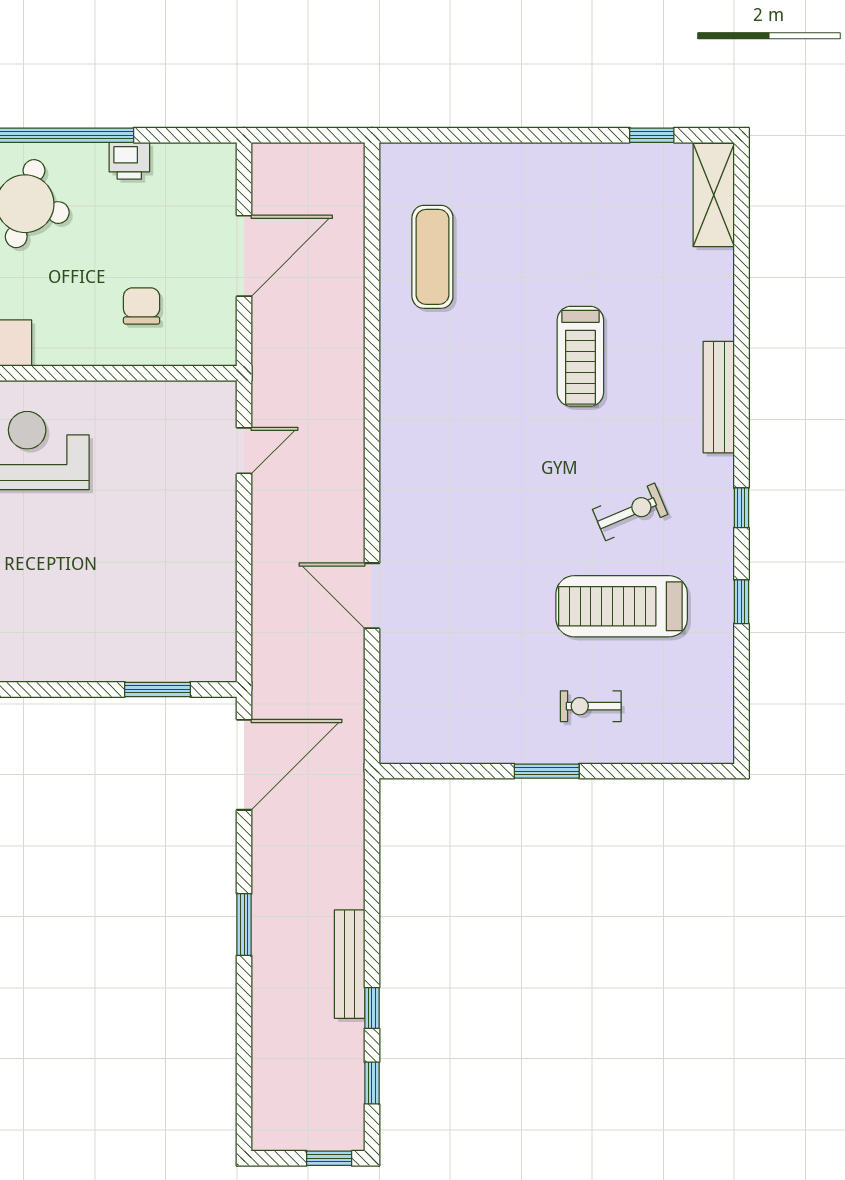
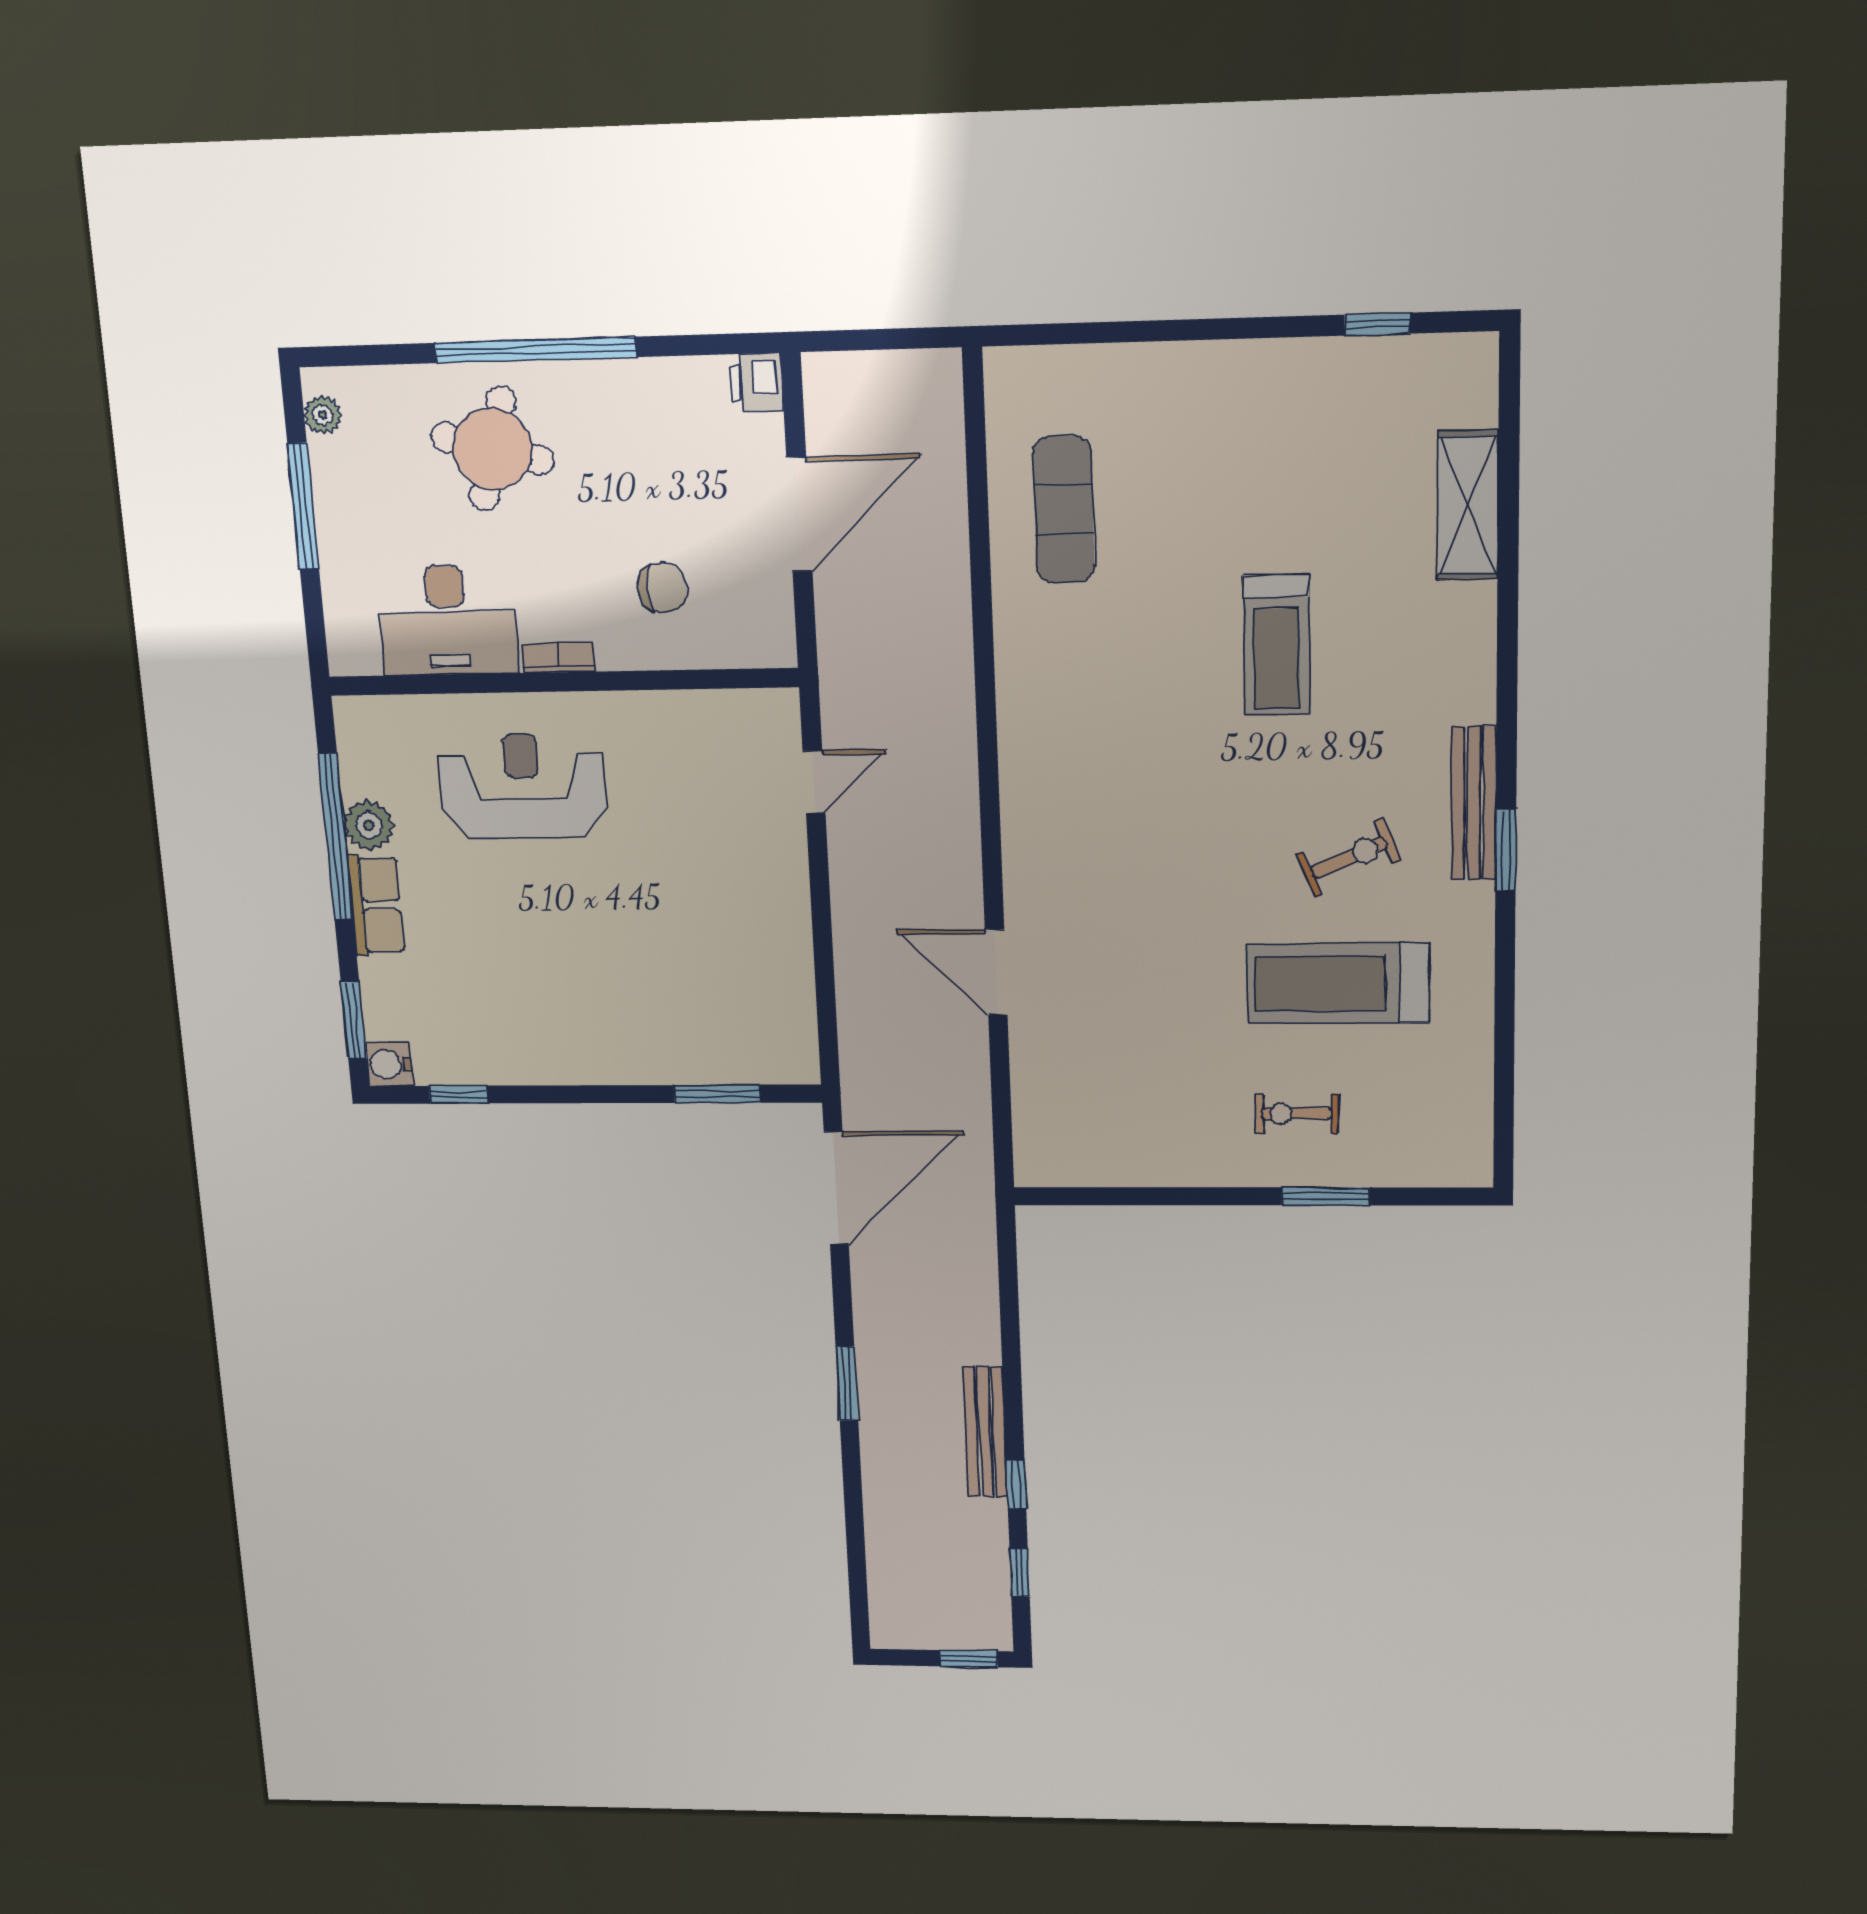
printer: (129, 161) -> (756, 383), moved, turned 90
shelving: (714, 195) -> (1468, 505), moved
chair: (142, 306) -> (662, 588), turned 90
bookcase: (61, 355) -> (558, 658), added
bench: (719, 397) -> (1474, 803), moved
window: (741, 508) -> (1506, 850), width x1.50
window: (741, 602) -> (1505, 976), removed
window: (547, 771) -> (1326, 1196), moved

